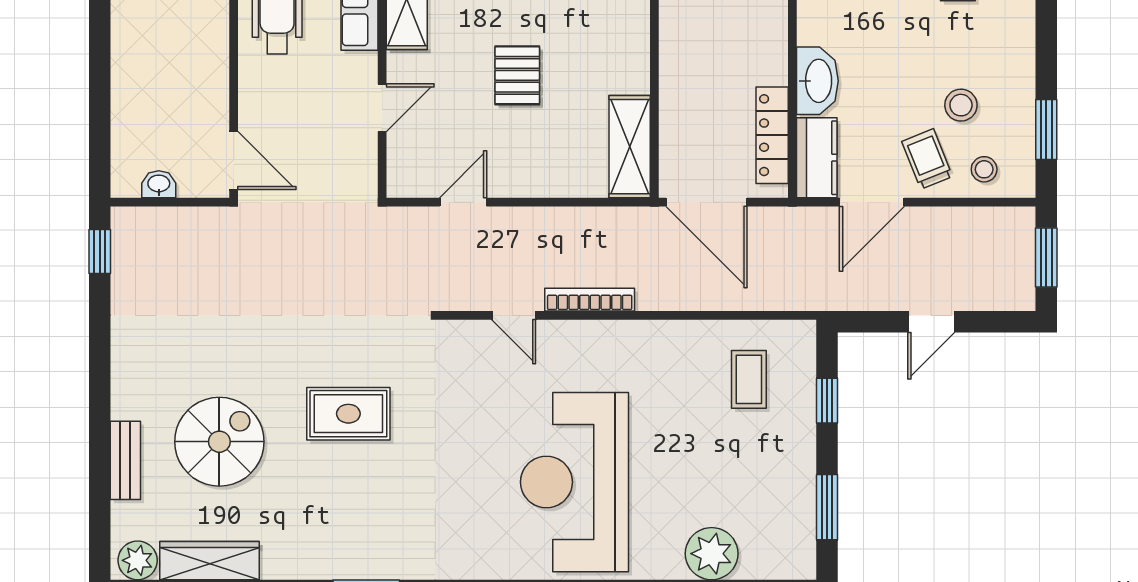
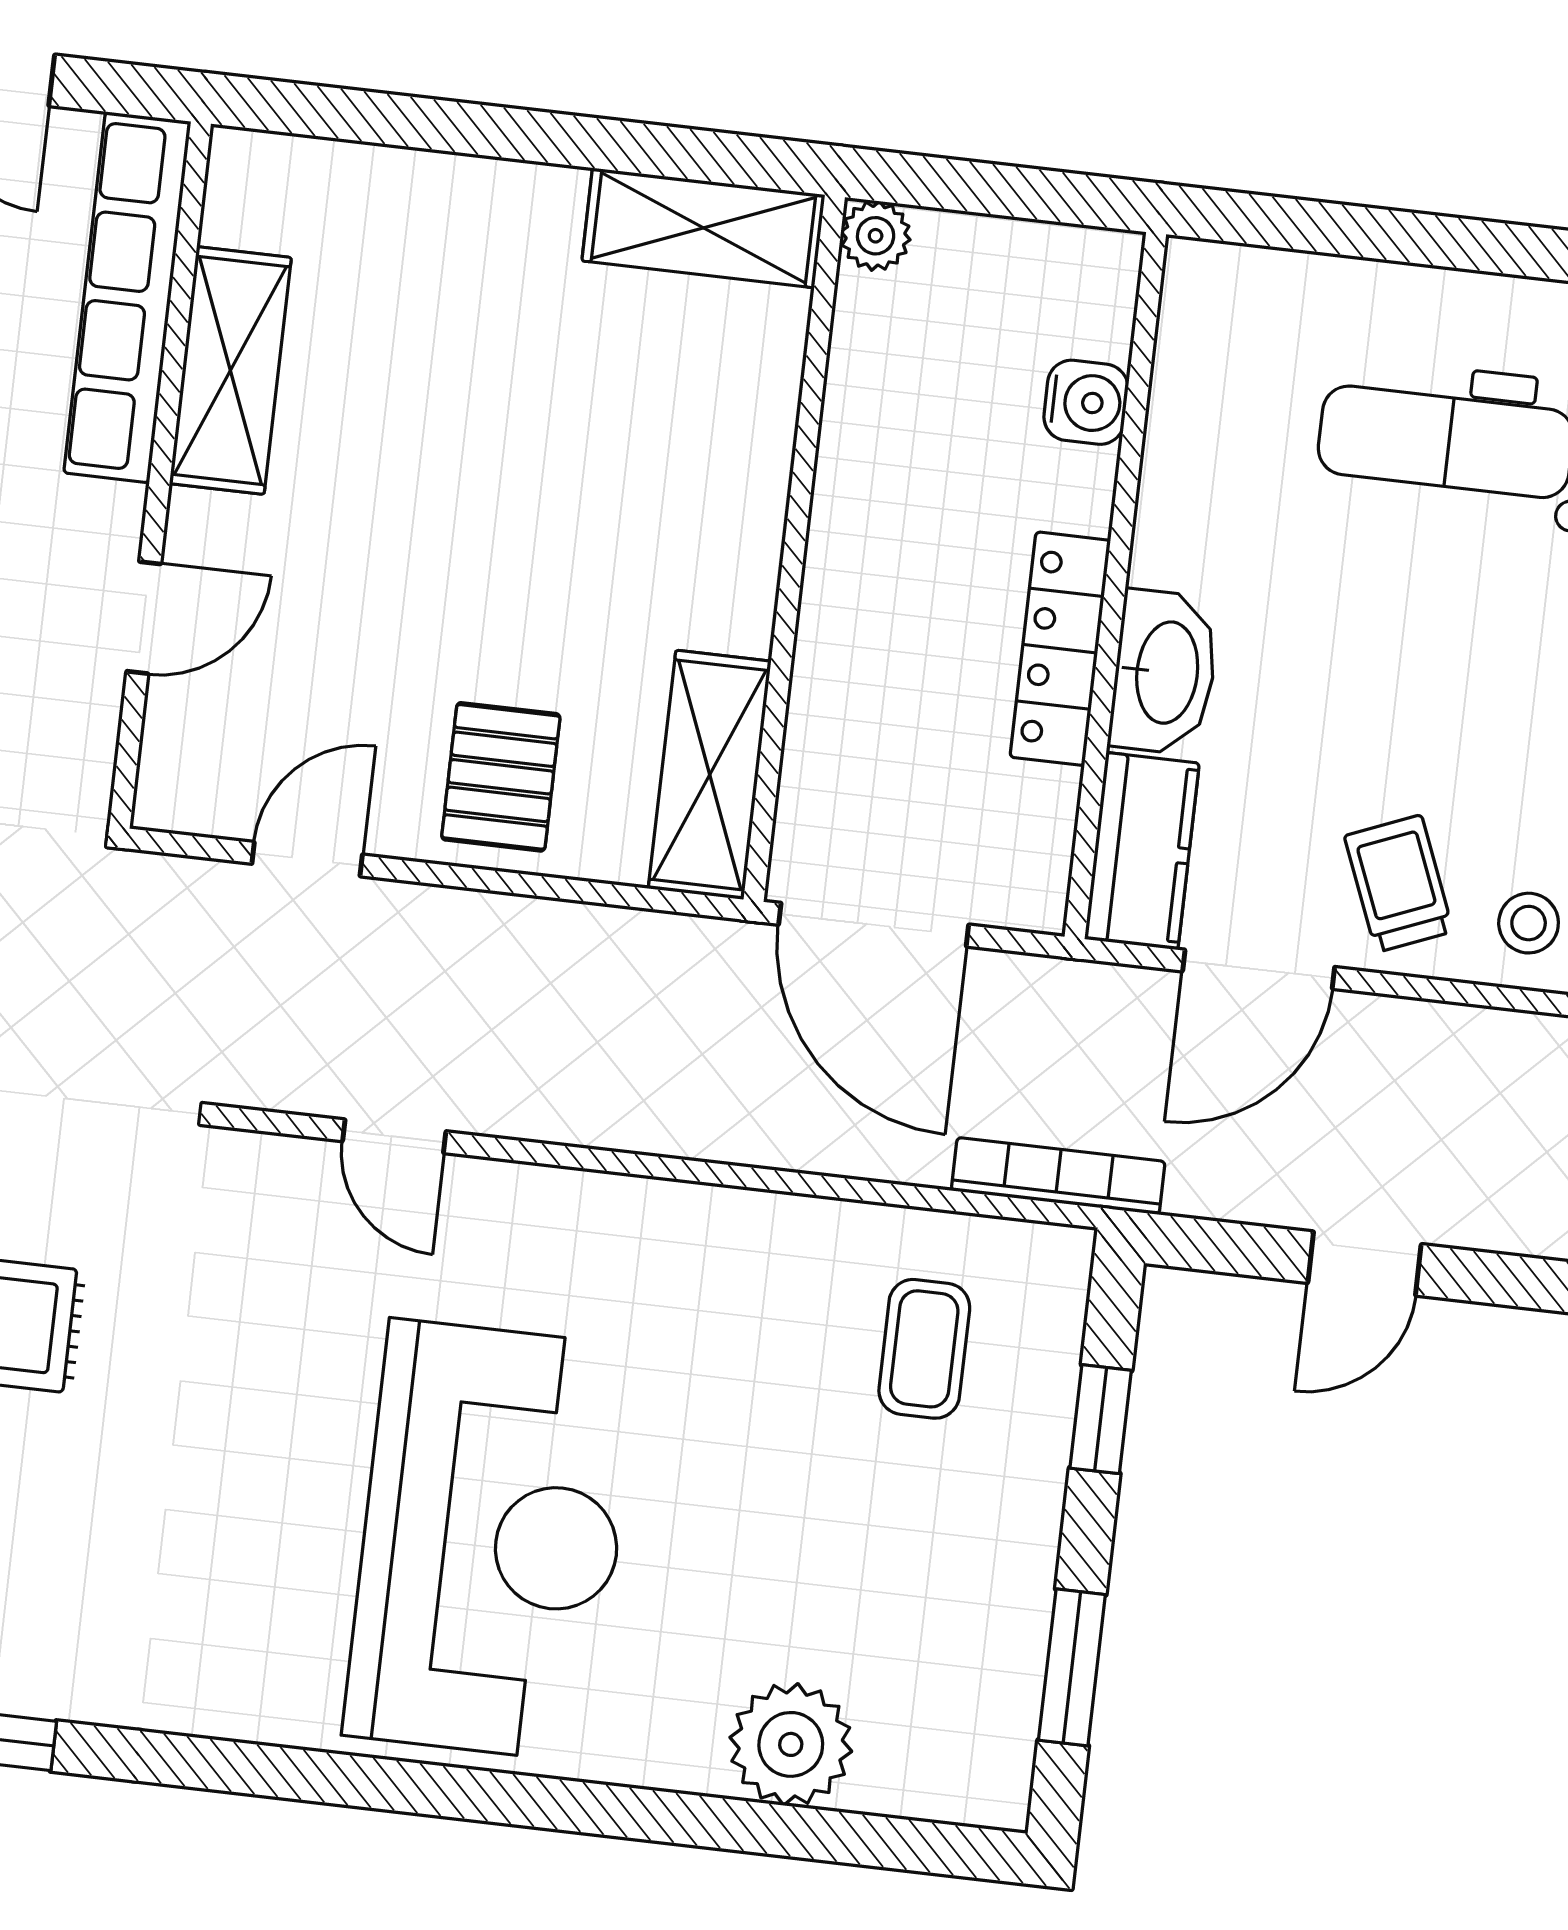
pallet: (517, 75) -> (501, 777), moved
stool: (961, 105) -> (1492, 767), removed
locker: (772, 135) -> (1060, 649), moved
bookcase: (590, 300) -> (1058, 1176), moved
reception desk: (574, 482) -> (491, 1541), turned 180

